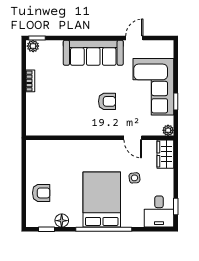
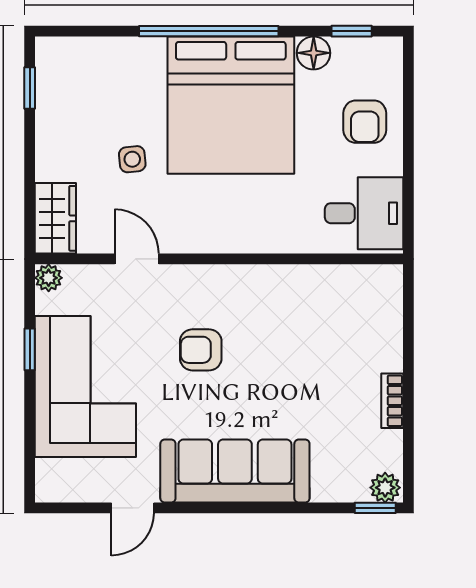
armchair: (41, 193) -> (365, 122), turned -90
bed: (102, 200) -> (231, 105), width x1.36
desk: (159, 212) -> (364, 213), moved, turned 90

